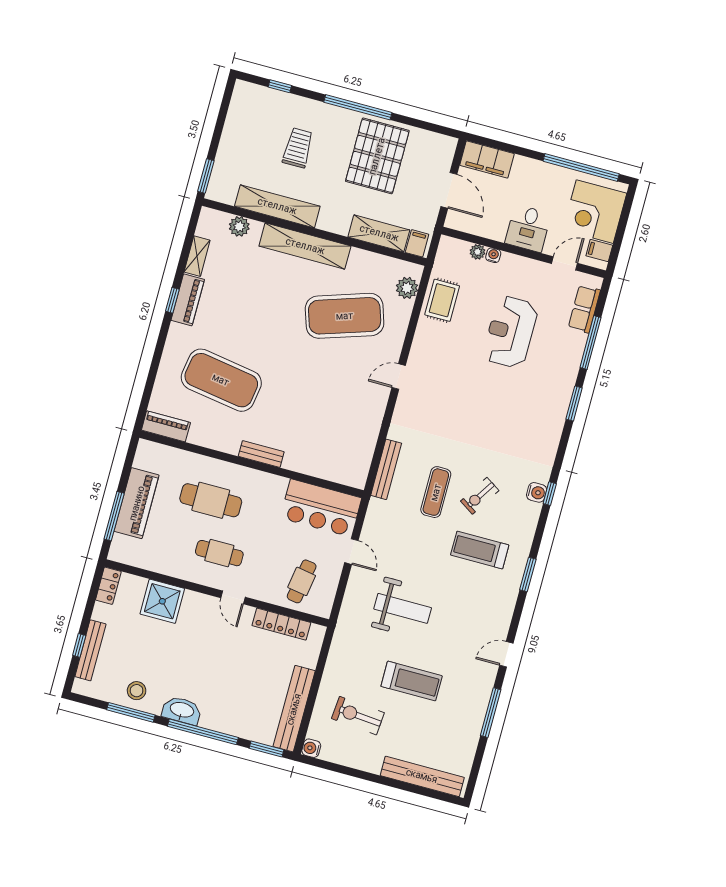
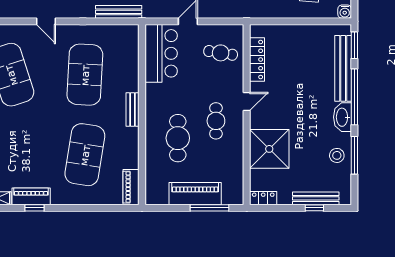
exercise mat: (320, 407) -> (85, 75), added
shower: (162, 601) -> (269, 149), width x1.37, depth x1.37
bench: (294, 709) -> (343, 68), moved, turned 90

